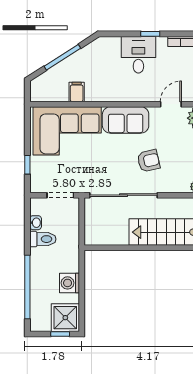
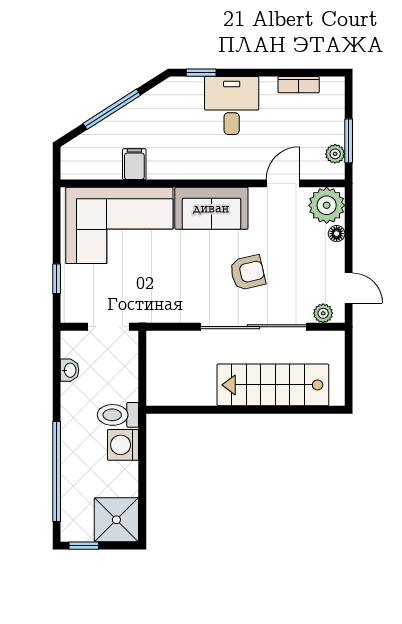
window: (150, 34) -> (201, 73), moved
sliding door: (123, 195) -> (254, 327), moved
toilet: (43, 239) -> (118, 415), moved, turned 180
washing machine: (69, 283) -> (123, 445), moved
window: (60, 334) -> (84, 546), moved

